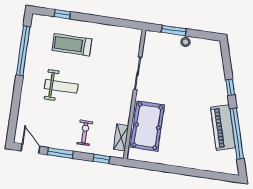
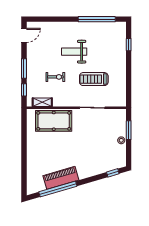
treadmill: (72, 45) -> (94, 79), moved, turned -90
weight bench: (61, 86) -> (74, 52), turned 90
window: (230, 87) -> (113, 173), moved
exercise bike: (85, 133) -> (55, 77), moved
window: (60, 153) -> (24, 69), moved

